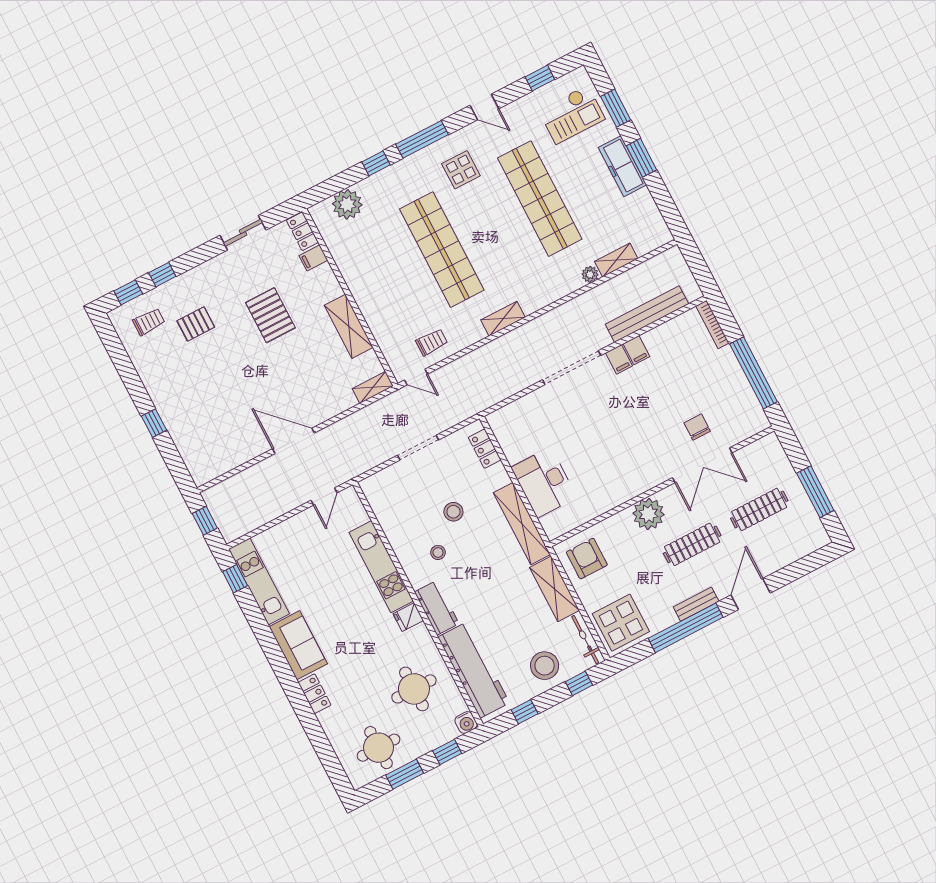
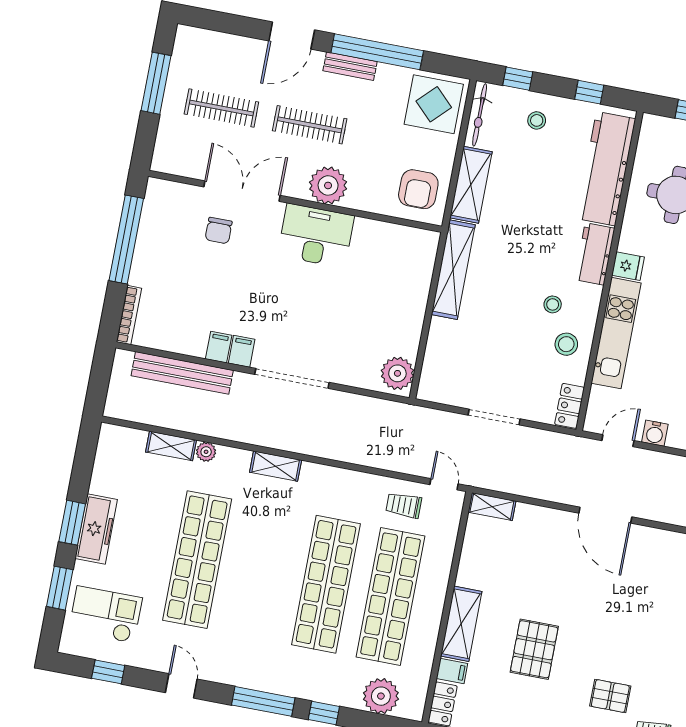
display table: (461, 170) -> (249, 645), removed
shop shelf: (393, 275) -> (391, 597), added
shelving: (503, 319) -> (276, 466), moved
shelving: (349, 326) -> (461, 624), moved
plant: (505, 426) -> (397, 373), added
locker: (485, 449) -> (570, 406), moved, turned 180
desk: (544, 482) -> (316, 236), moved, turned -90
stool: (453, 512) -> (566, 344), moved
stool: (545, 666) -> (537, 120), width x0.53, depth x0.53
water cooler: (466, 722) -> (655, 433), moved, turned 180

